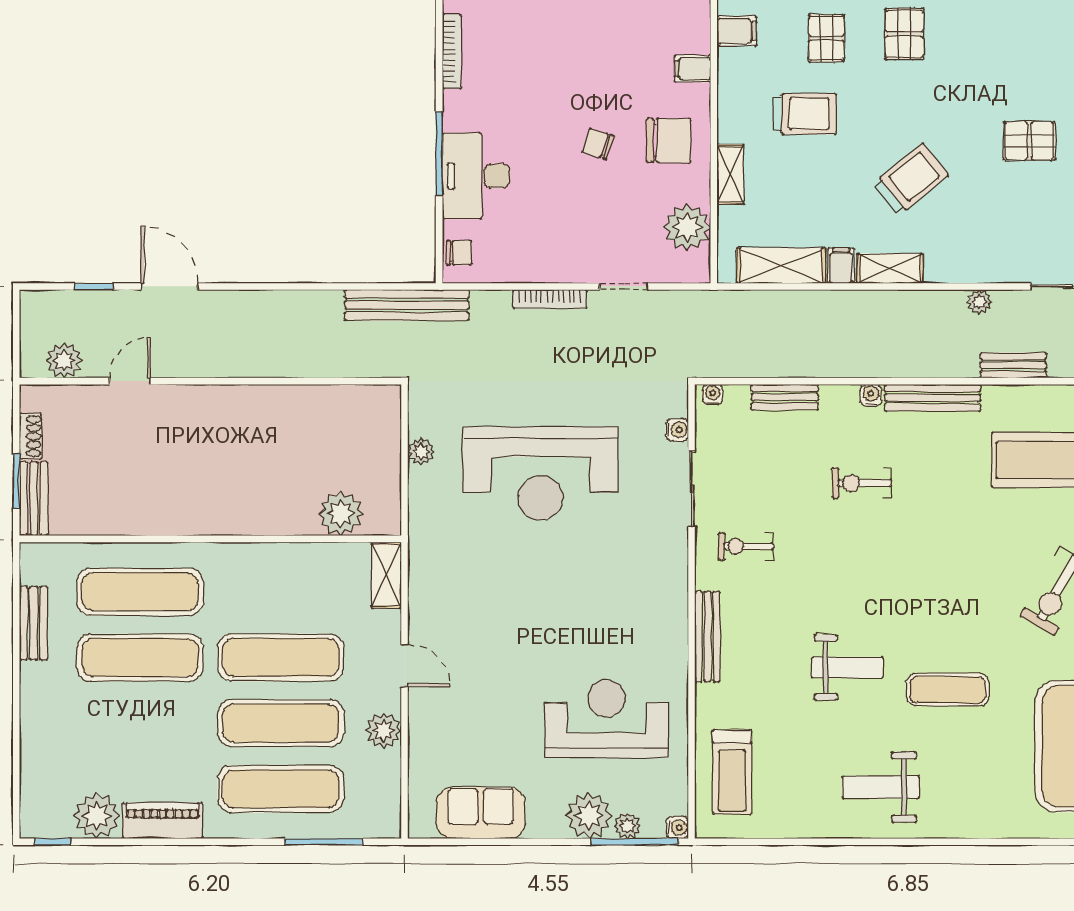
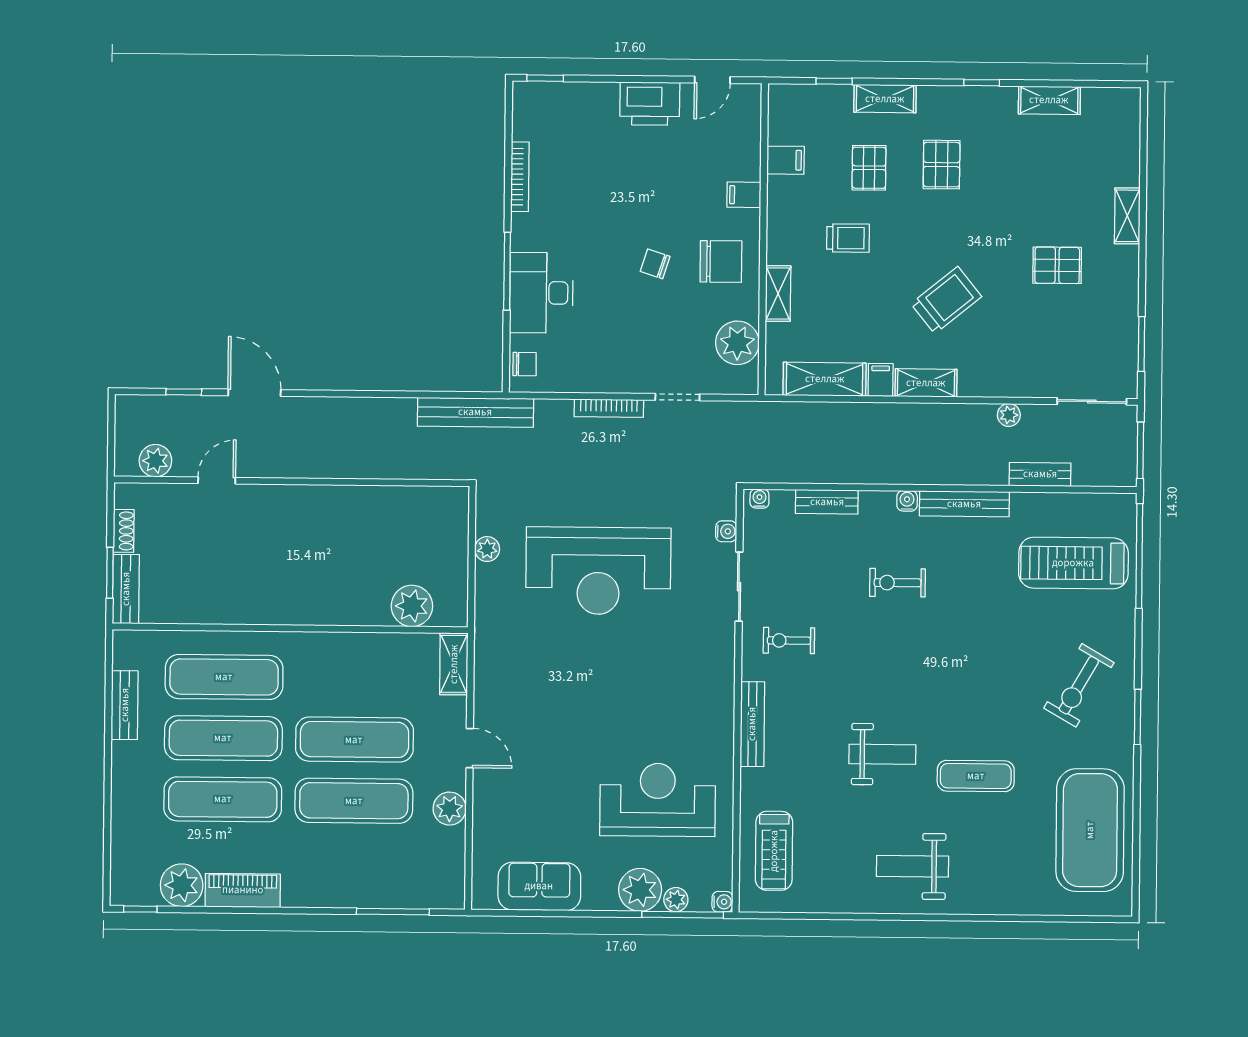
trolley: (805, 114) -> (848, 238), width x0.73, depth x0.72
exercise mat: (281, 789) -> (223, 799), moved

